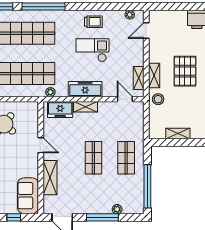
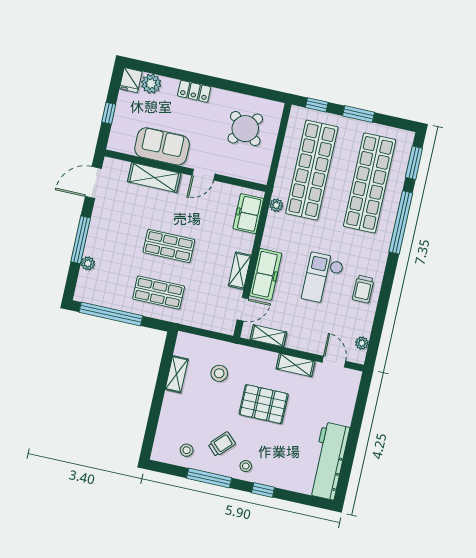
checkout: (92, 50) -> (323, 279), turned 180
shelving: (154, 76) -> (295, 365), moved
freezer: (85, 89) -> (266, 274), moved
stool: (158, 99) -> (219, 373), moved
shelving: (85, 107) -> (240, 271), moved
sofa: (28, 196) -> (162, 146), moved

